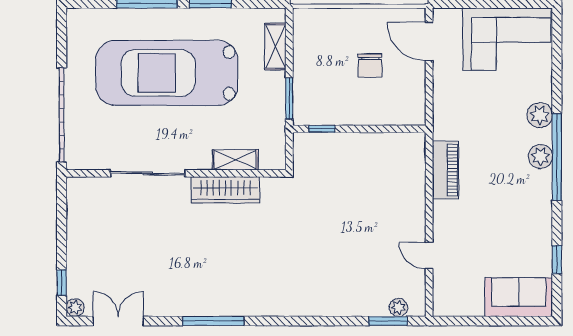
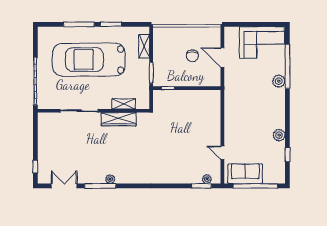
door: (429, 41) -> (222, 58), moved
plant: (540, 156) -> (279, 135), moved
window: (557, 157) -> (287, 66), moved
piano: (445, 170) -> (231, 109), removed
sofa: (519, 297) -> (245, 174), moved
plant: (75, 308) -> (110, 179), moved
window: (213, 321) -> (100, 186), moved
window: (494, 321) -> (255, 186), added

